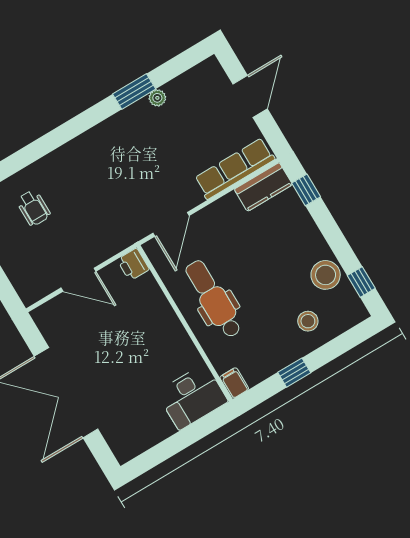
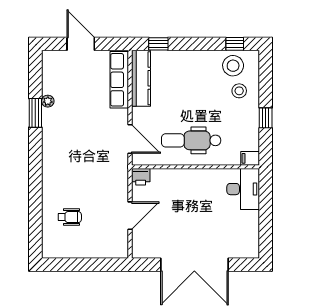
kitchen counter: (263, 187) -> (141, 78), width x1.50
stool: (326, 275) -> (233, 66), moved

